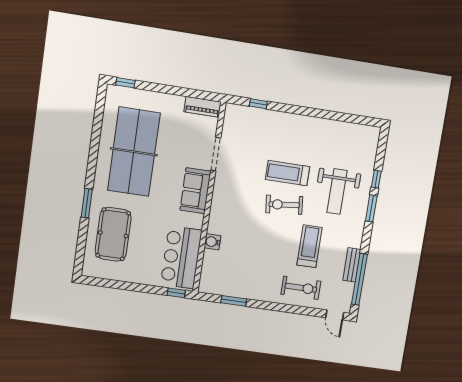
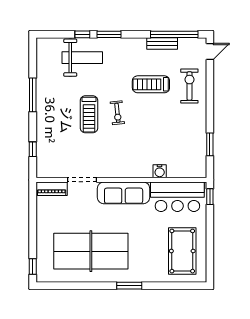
piano: (203, 107) -> (52, 189), moved, turned 90
window: (319, 113) -> (33, 95), added
sofa: (195, 191) -> (124, 193), width x1.36
weight bench: (337, 191) -> (82, 58), moved
window: (87, 203) -> (129, 286), moved
exercise bike: (284, 205) -> (117, 113), width x0.73, depth x0.72
pool table: (113, 234) -> (182, 251), moved, turned 90

